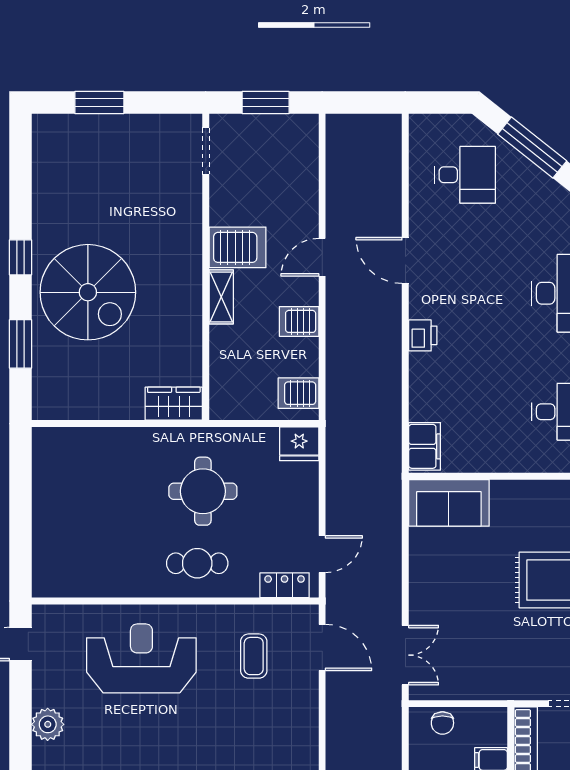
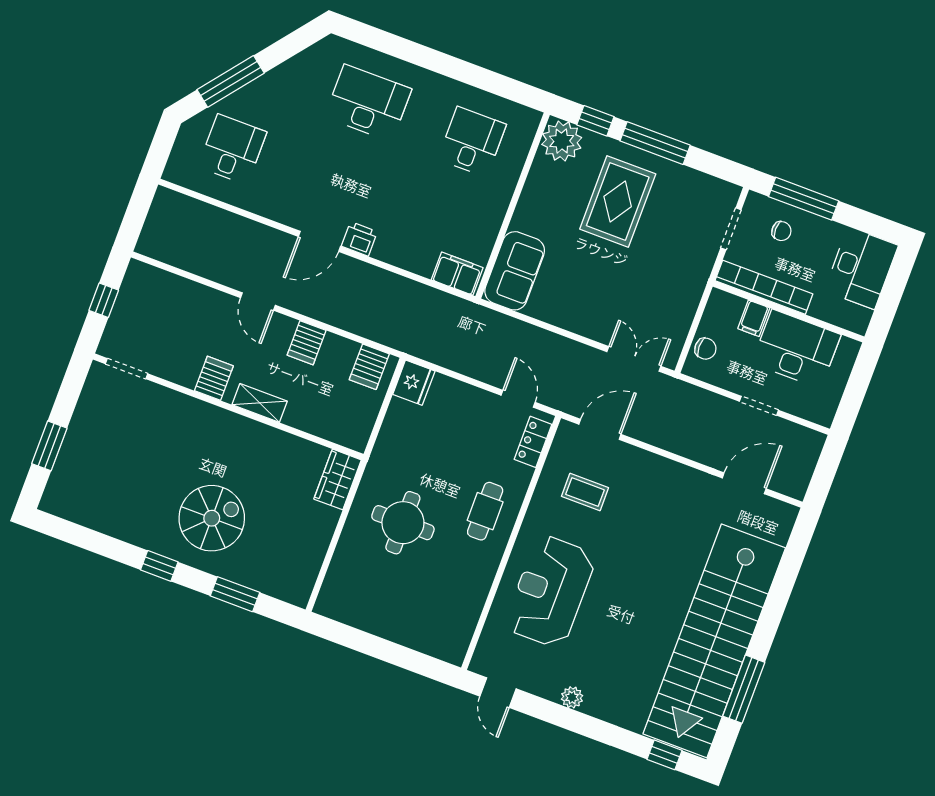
window: (266, 103) -> (104, 300), width x0.67
server rack: (237, 247) -> (214, 378), width x0.73, depth x0.70
door: (405, 260) -> (319, 241), moved
spiral stairs: (88, 292) -> (212, 518), width x0.73, depth x0.73
round table: (203, 491) -> (403, 523), moved
plant: (48, 724) -> (572, 697), width x0.73, depth x0.73

